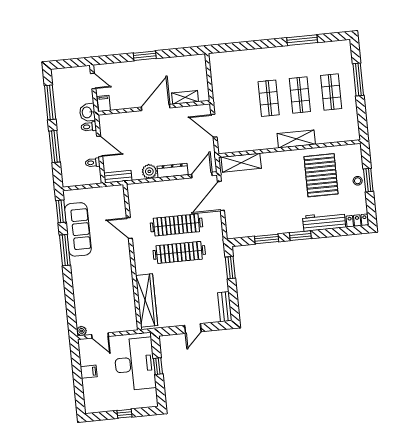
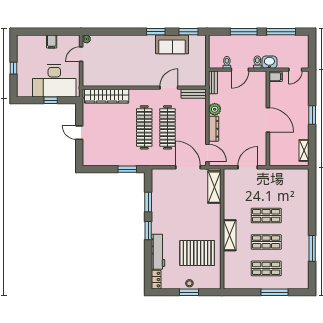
shelving: (185, 97) -> (304, 150), moved
sofa: (78, 229) -> (172, 44), width x0.73
window: (65, 250) -> (156, 32), width x0.69
bench: (225, 307) -> (194, 94), moved

